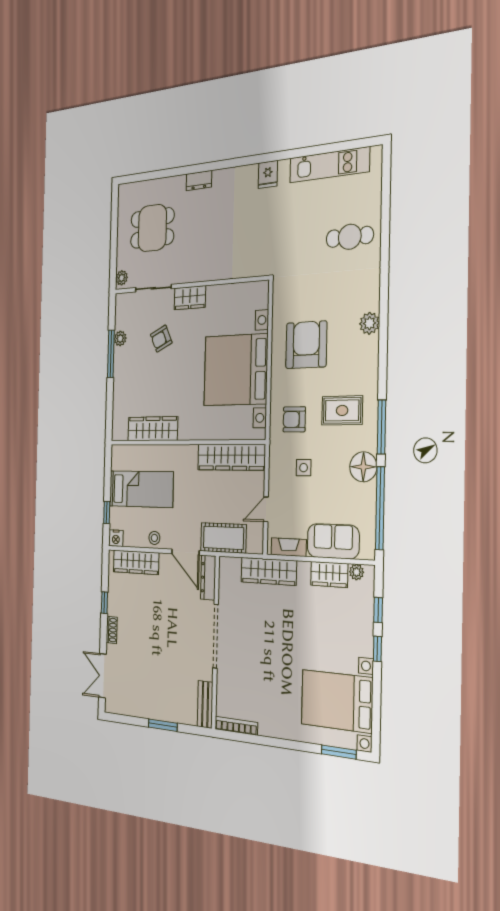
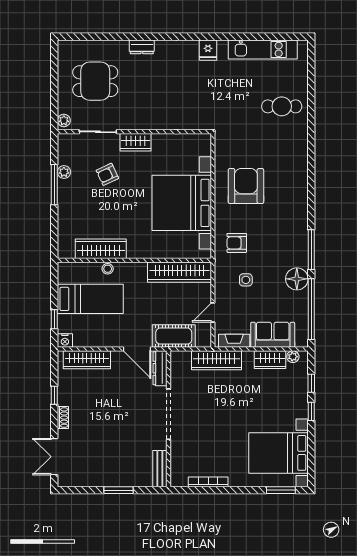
plant: (369, 323) -> (300, 173), removed
rug: (342, 410) -> (278, 237), removed
stool: (154, 538) -> (108, 269), moved
bookcase: (236, 726) -> (208, 482), moved

